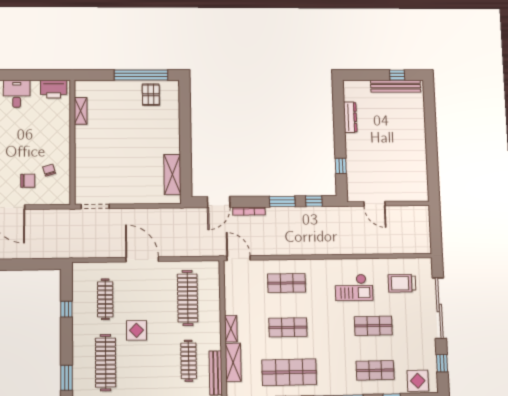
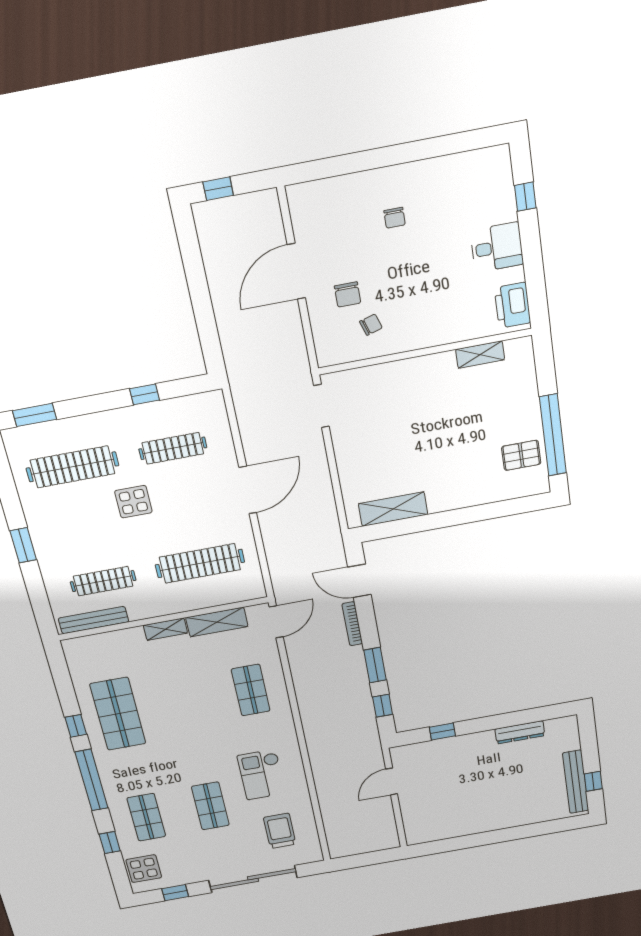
shop shelf: (288, 327) -> (184, 702), removed
shelving: (233, 362) -> (217, 622), moved

